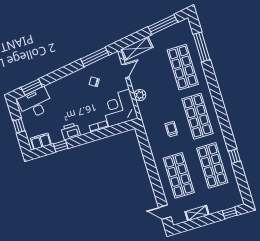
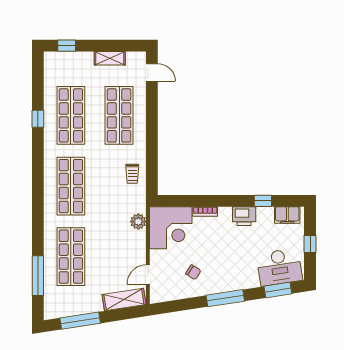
window: (95, 57) -> (225, 298), moved
plant: (140, 95) -> (138, 222), moved
trolley: (171, 129) -> (132, 174), moved

